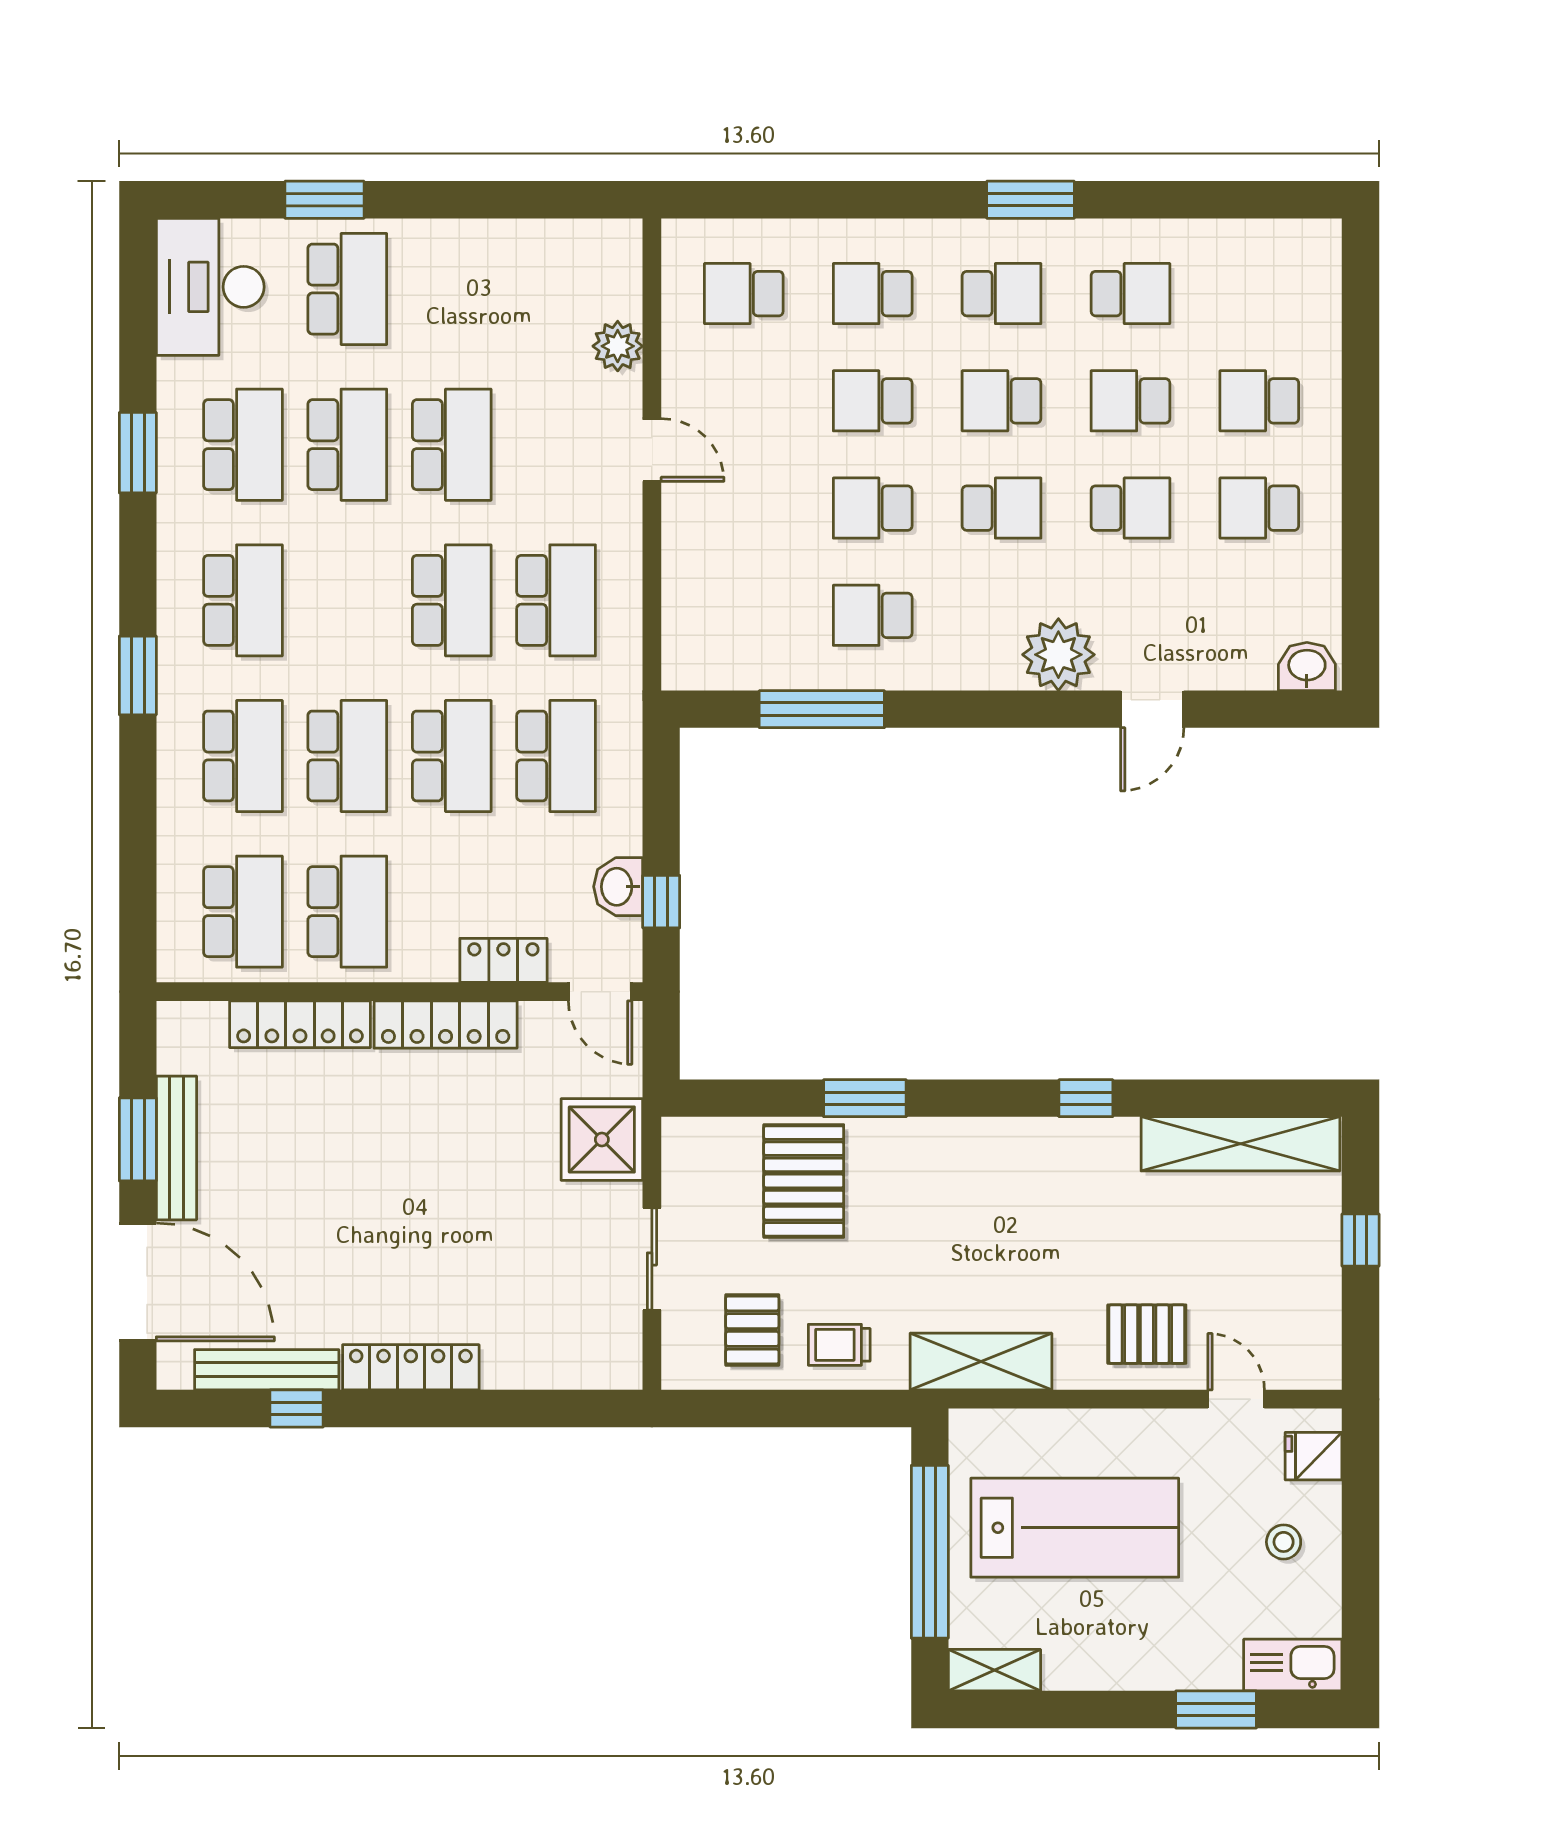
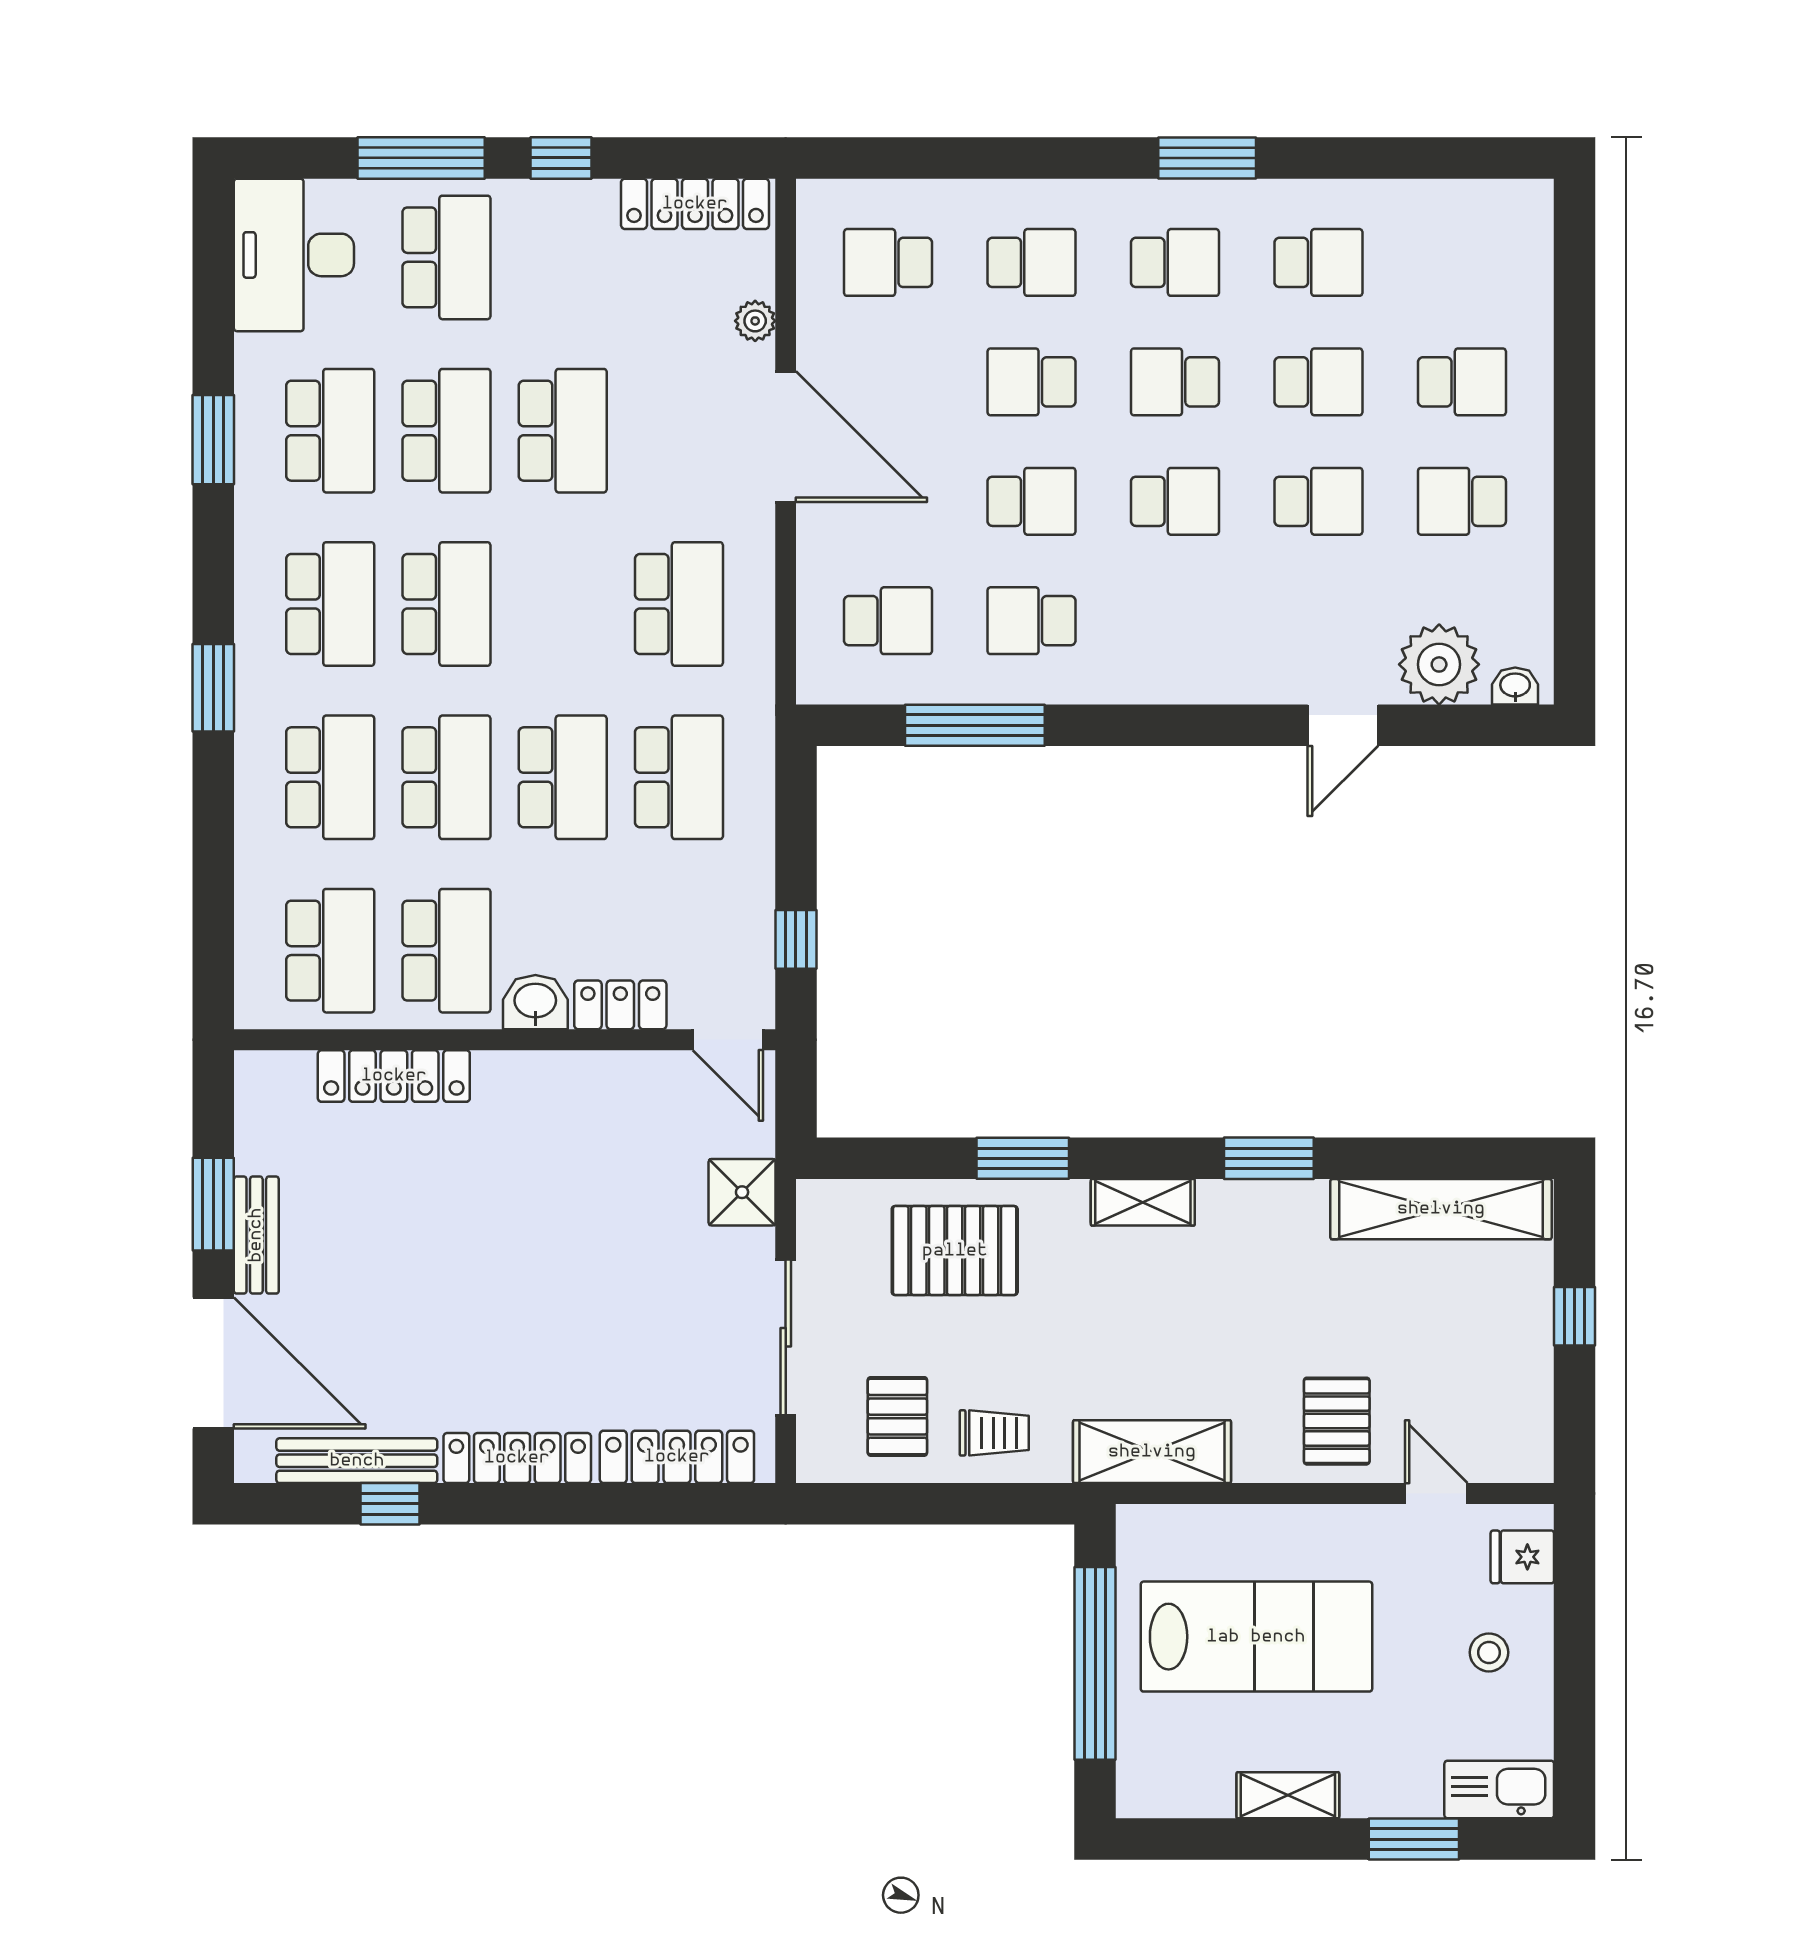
window: (325, 200) -> (421, 158), width x1.44
window: (450, 200) -> (561, 158), added
locker: (570, 241) -> (695, 204), added
school desk: (873, 294) -> (1031, 262), turned 180
plant: (618, 346) -> (755, 321), width x0.73, depth x0.73
school desk: (1130, 401) -> (1318, 382), turned 180
school desk: (1259, 401) -> (1462, 382), turned 180
door: (652, 450) -> (786, 437), width x1.87
school desk: (873, 508) -> (1031, 501), turned 180
school desk: (452, 600) -> (447, 604), moved
school desk: (744, 615) -> (888, 621), added
plant: (1058, 655) -> (1439, 664), moved
washbasin: (1307, 667) -> (1515, 686), width x0.72, depth x0.69
washbasin: (618, 887) -> (535, 1002), moved, turned 90
locker: (446, 1025) -> (677, 1457), moved, turned 180
window: (1086, 1098) -> (1269, 1158), width x1.50
shelving: (973, 1138) -> (1143, 1202), added
shower: (602, 1139) -> (742, 1192), width x0.73, depth x0.73
bench: (176, 1148) -> (256, 1235), width x0.73
pallet: (804, 1181) -> (955, 1251), turned 90
sliding door: (652, 1259) -> (786, 1337), width x1.37
pallet: (1147, 1334) -> (1337, 1421), turned 90
trolley: (839, 1345) -> (994, 1433), turned 180
shelving: (994, 1670) -> (1288, 1795), moved

